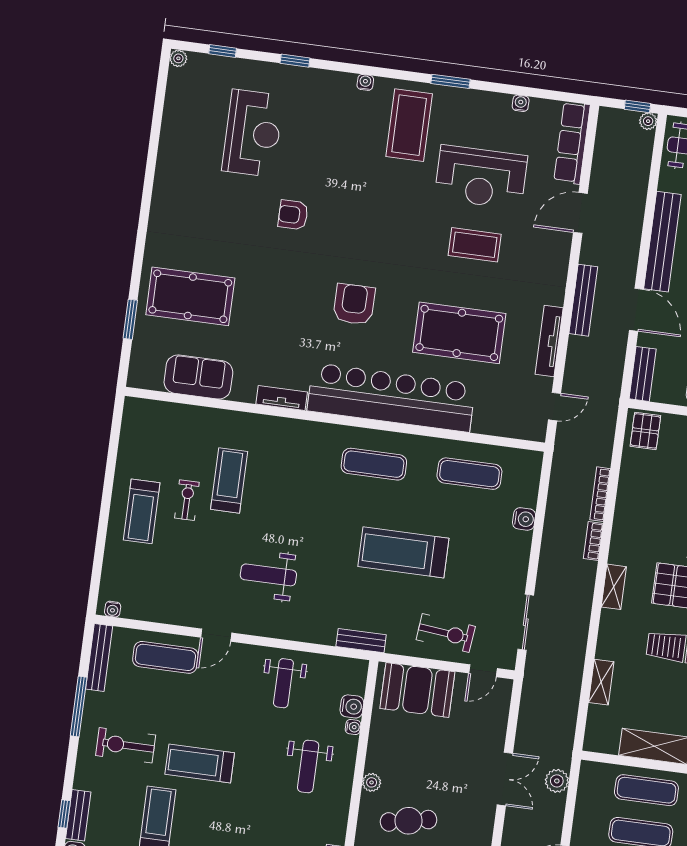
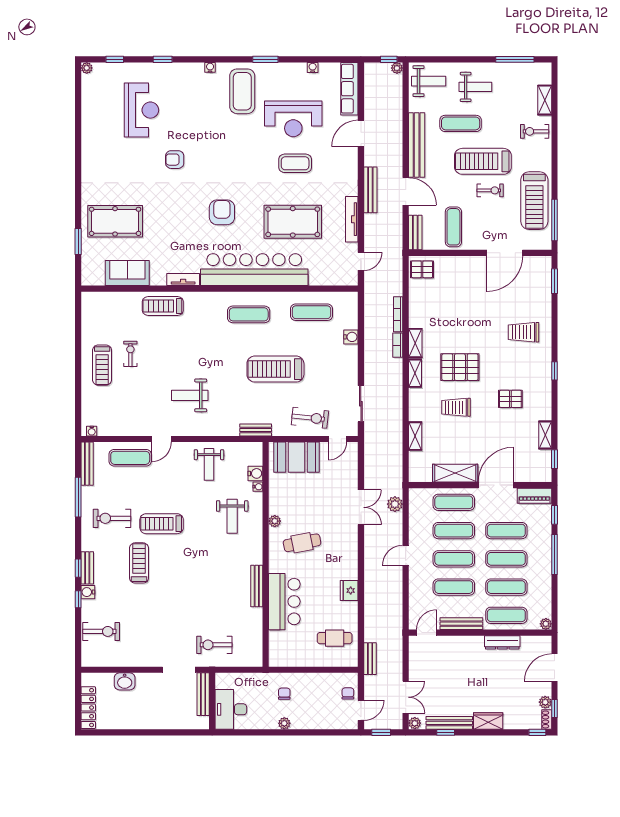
pallet: (645, 431) -> (422, 269), turned 90
treadmill: (229, 480) -> (163, 306), moved, turned -90
shelving: (620, 541) -> (415, 343), added

